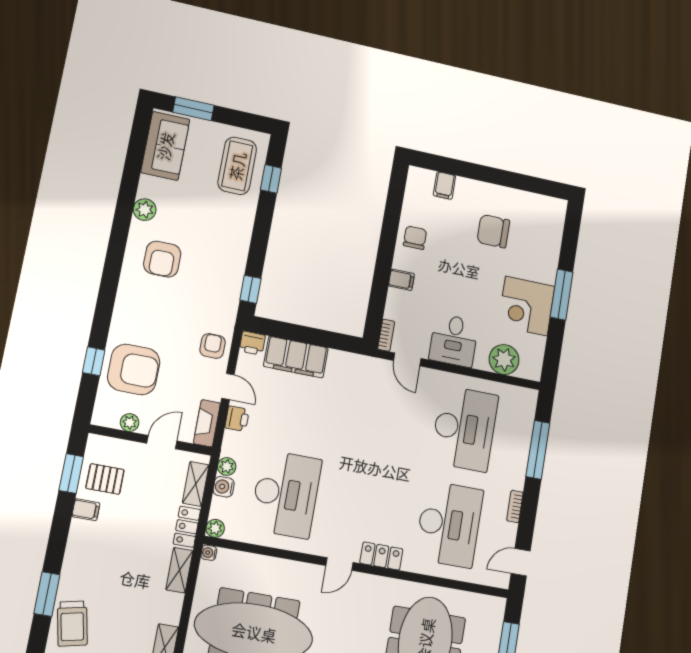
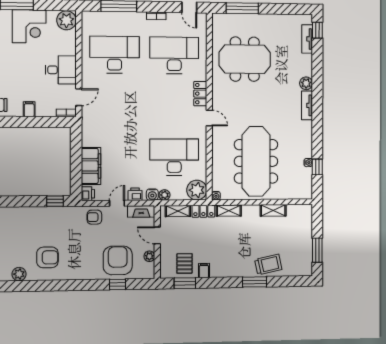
plant: (504, 360) -> (66, 20), moved
water cooler: (224, 487) -> (152, 195), moved
plant: (215, 528) -> (197, 190), width x1.87, depth x1.87

